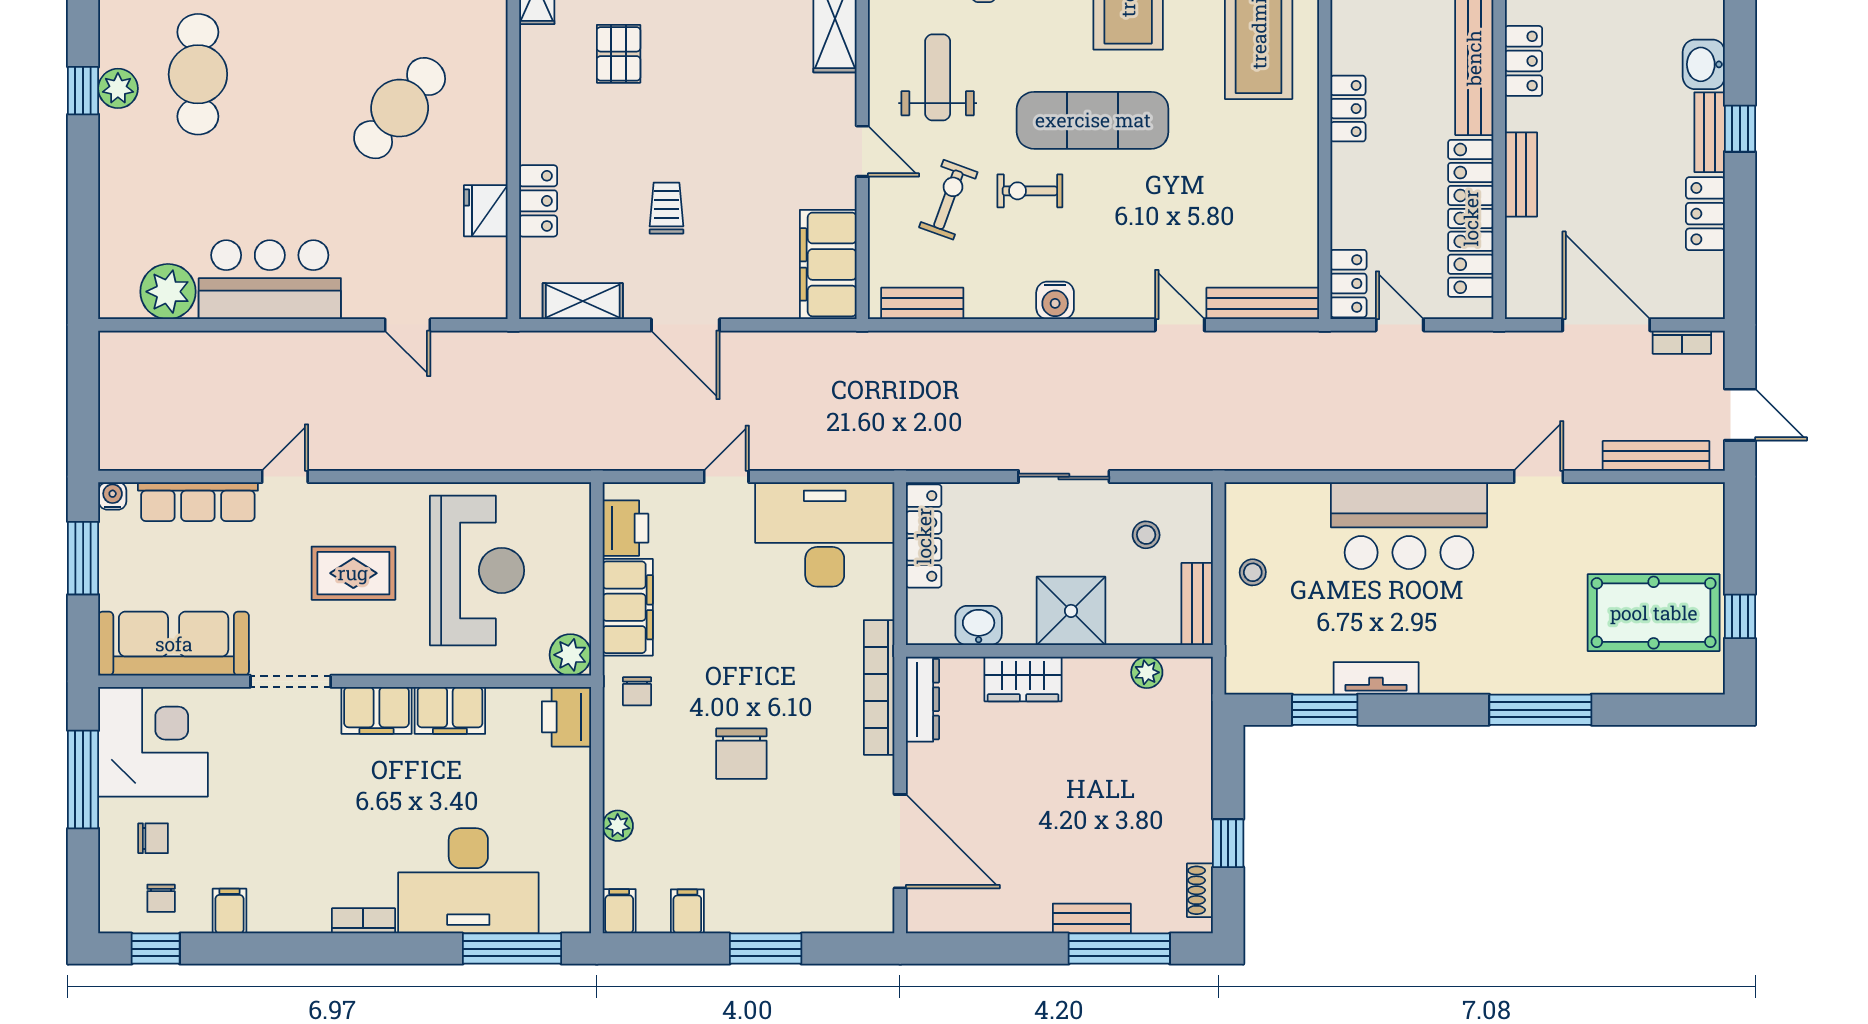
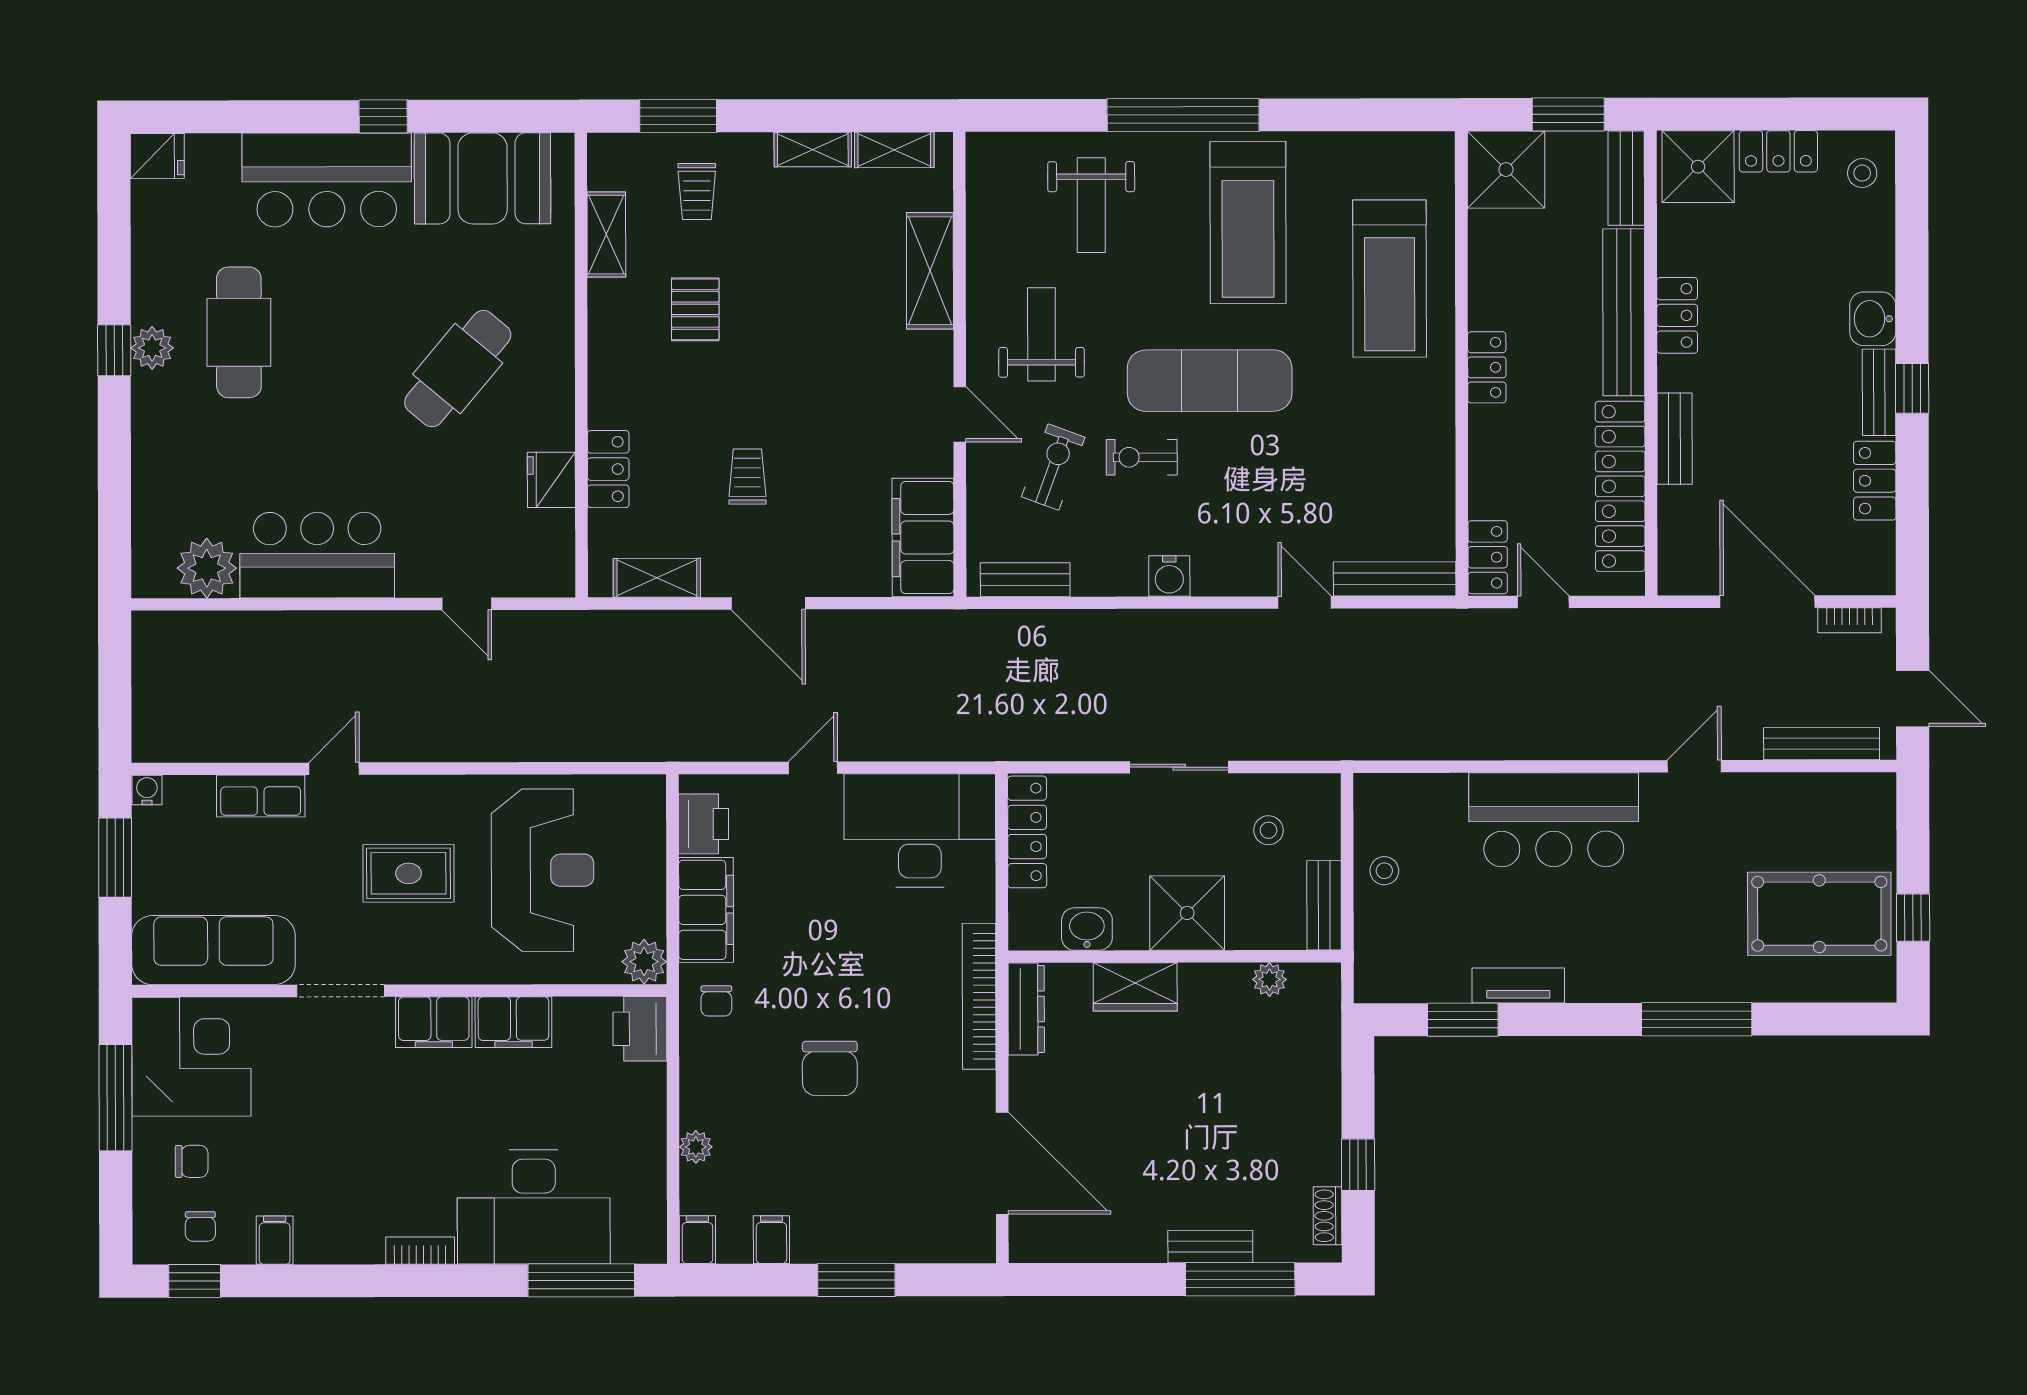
row of seats: (198, 502) -> (261, 796), width x0.68

